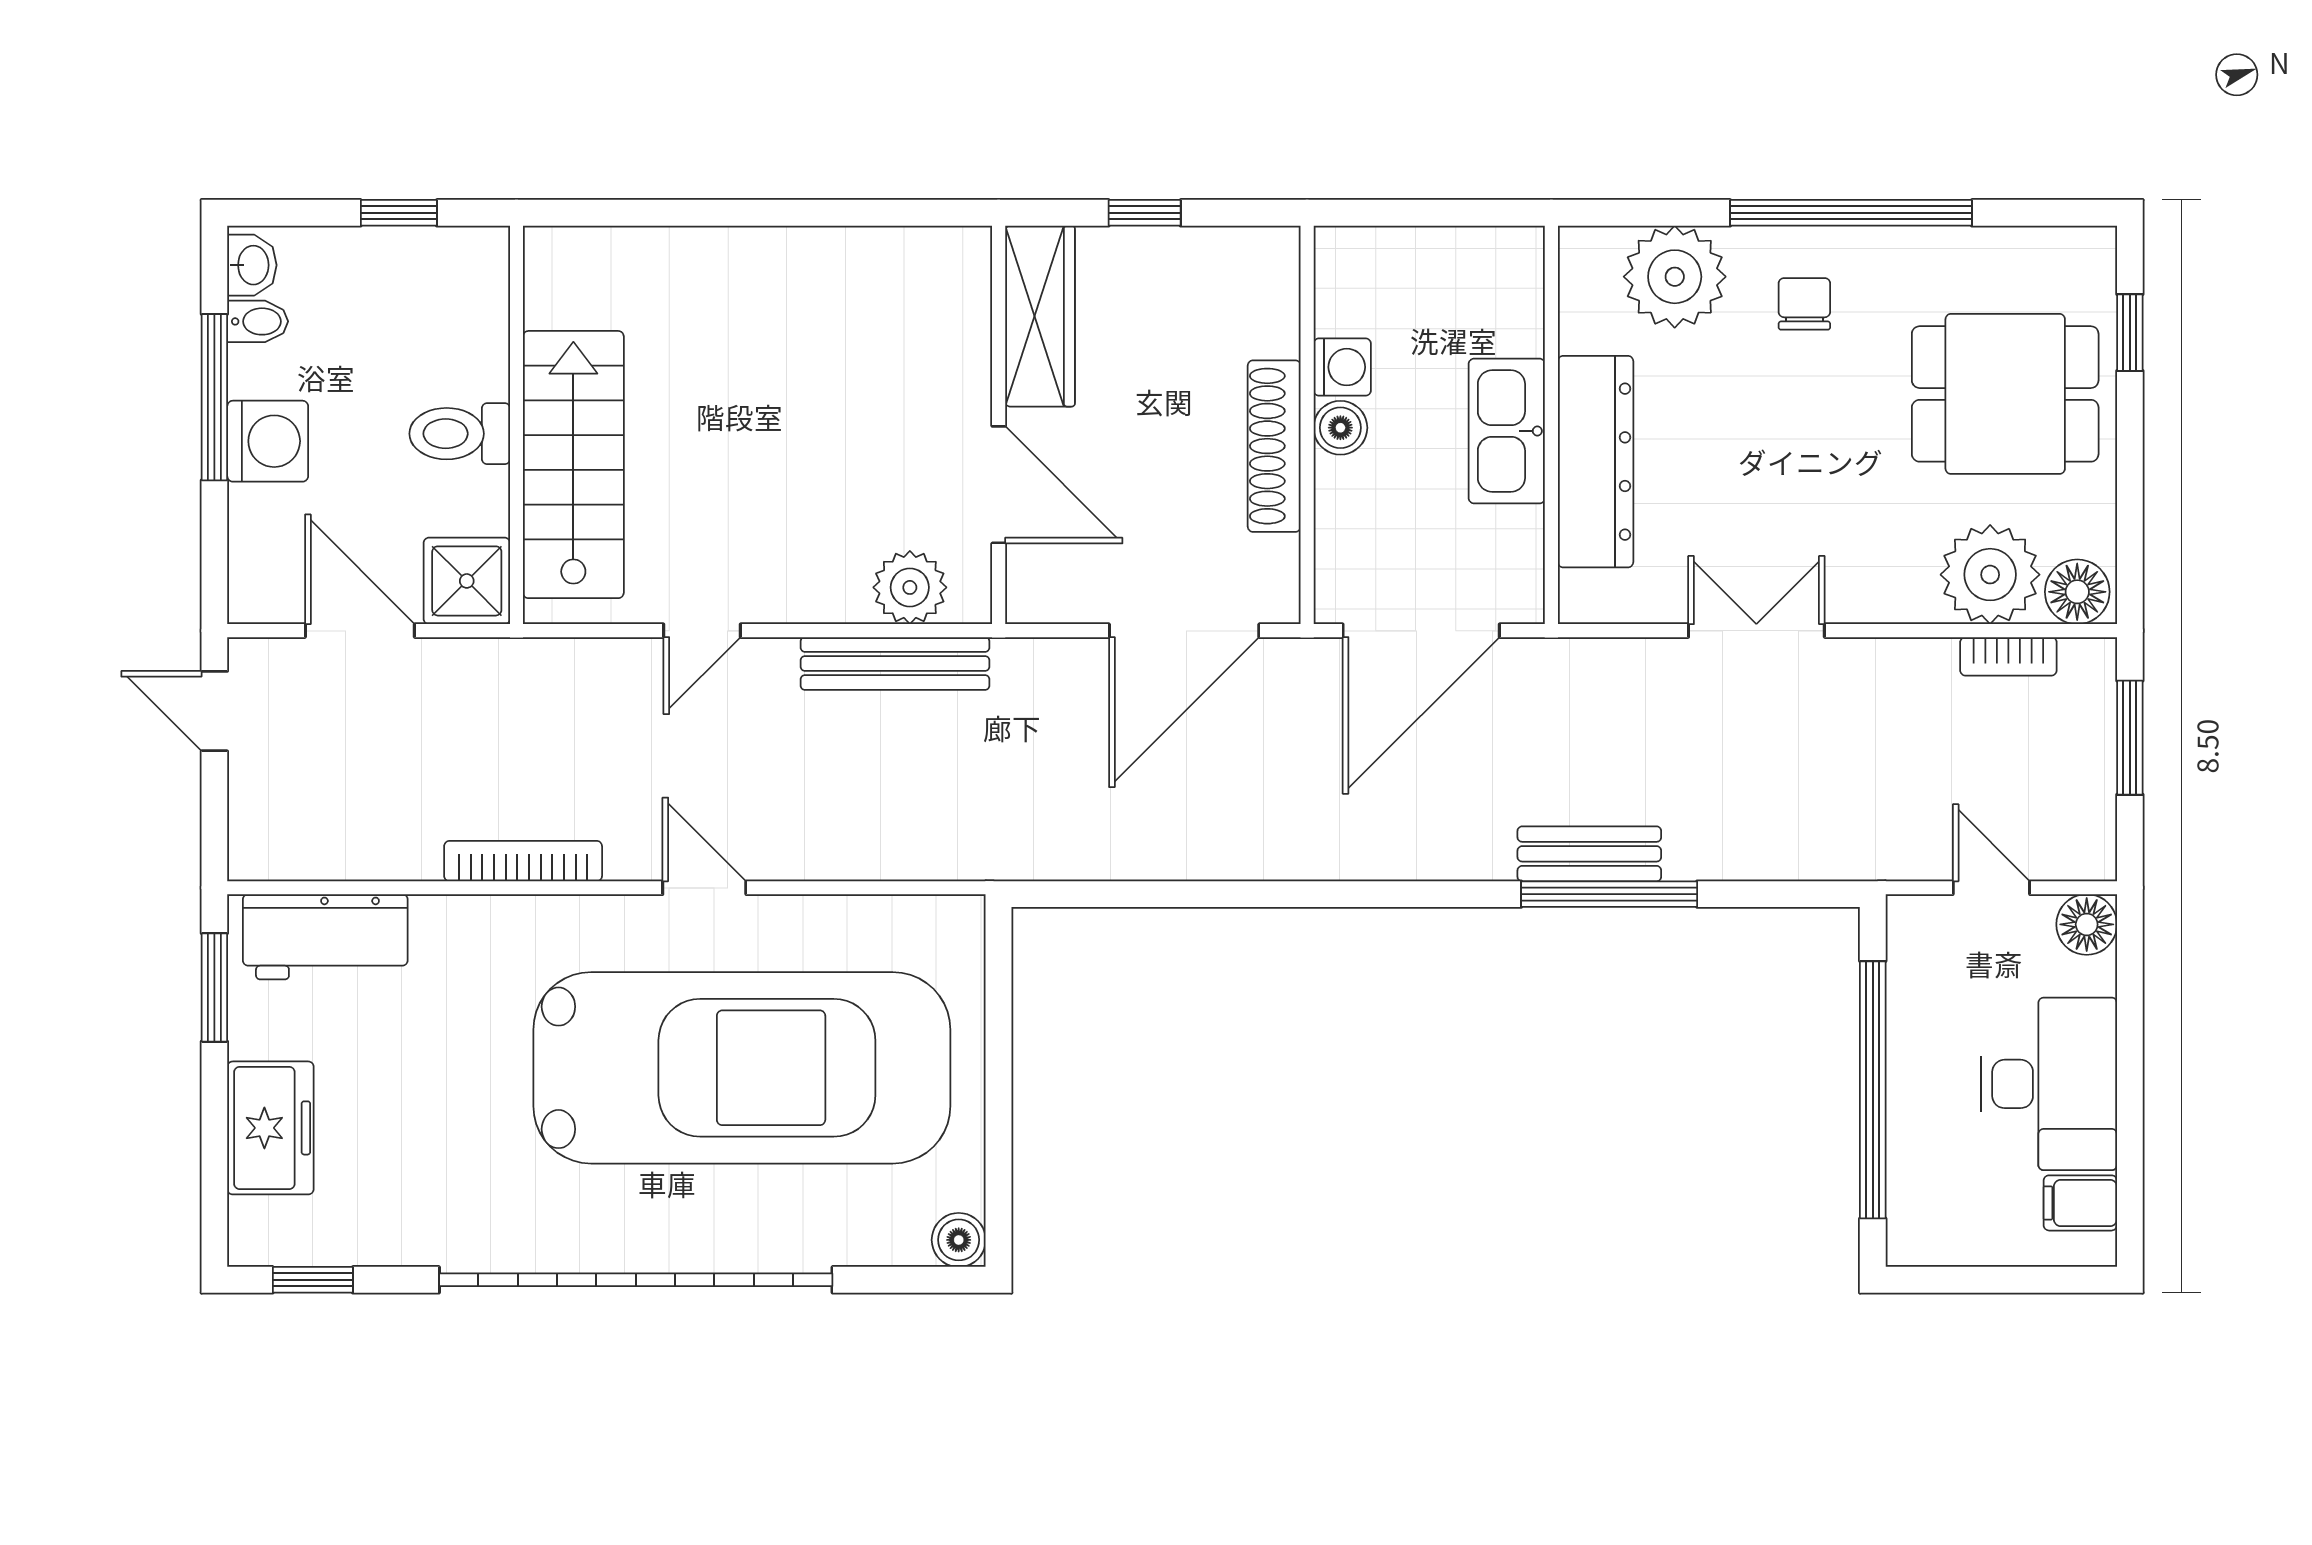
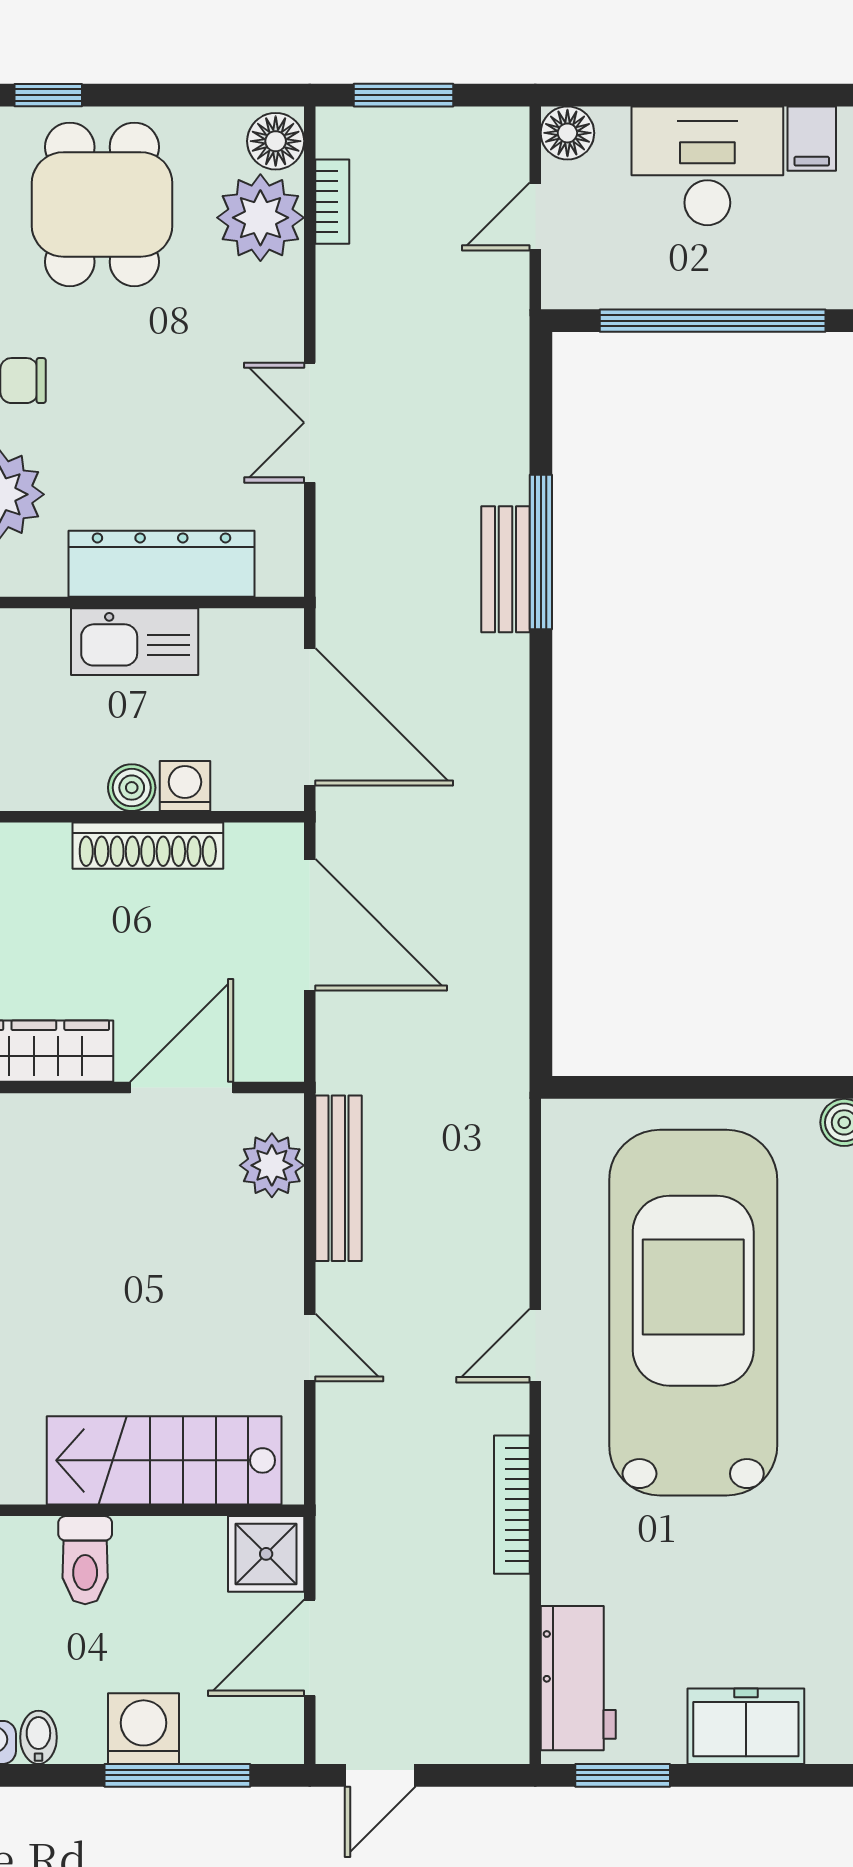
washing machine: (1342, 367) -> (185, 786), moved
window: (214, 397) -> (177, 1775), moved
toilet: (460, 434) -> (85, 1560), moved

